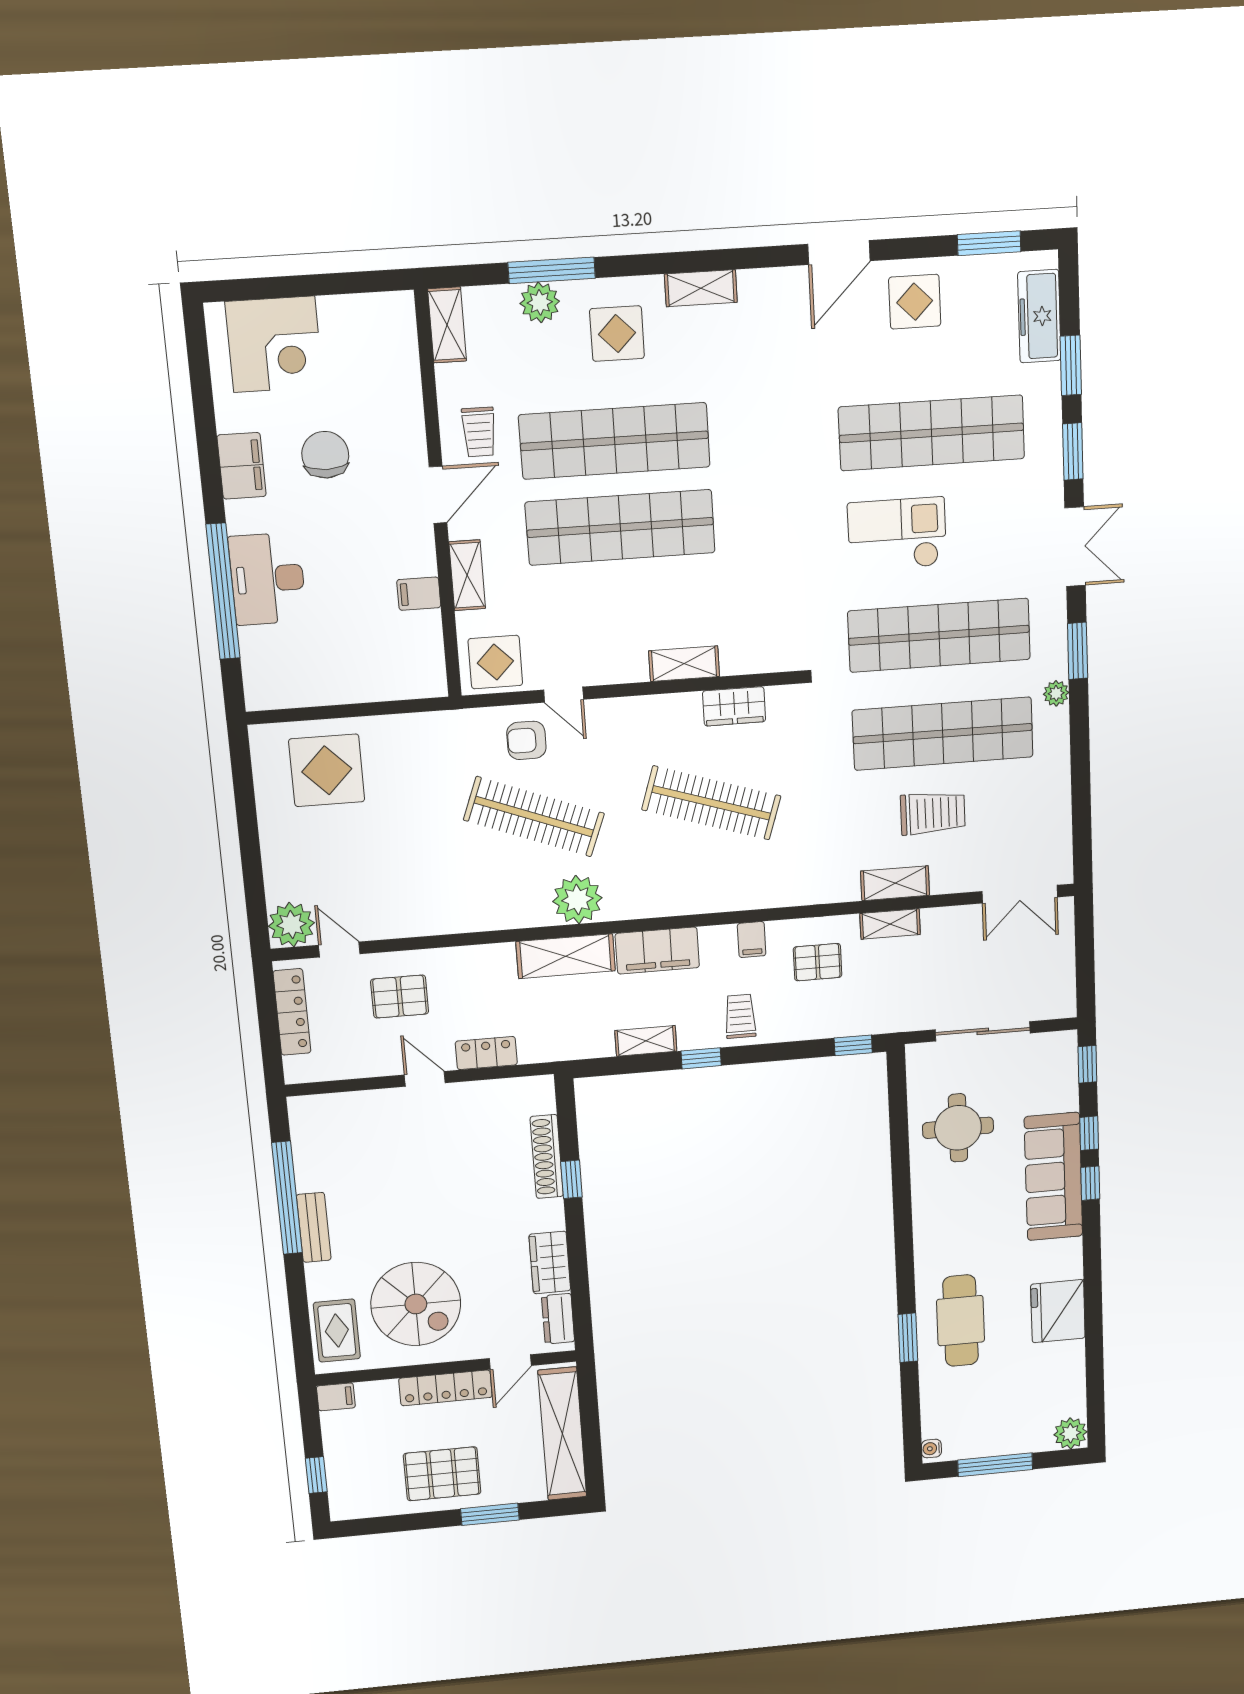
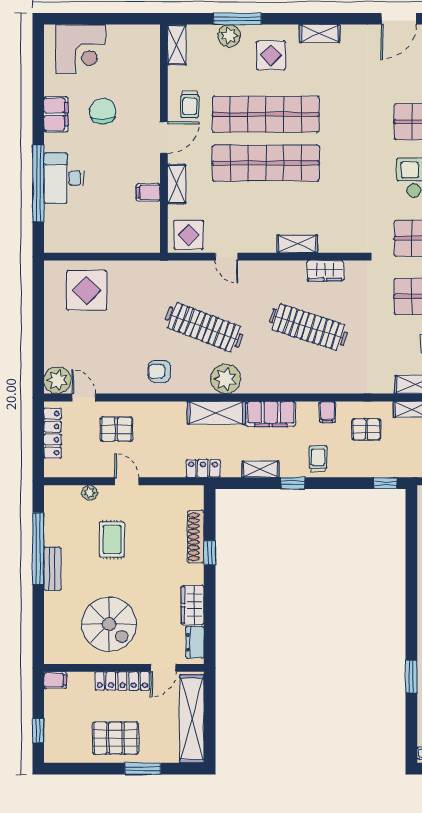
armchair: (526, 740) -> (159, 371), moved
locker: (486, 1053) -> (203, 468), moved
plant: (364, 1102) -> (90, 493), added
rug: (337, 1331) -> (112, 539), moved

